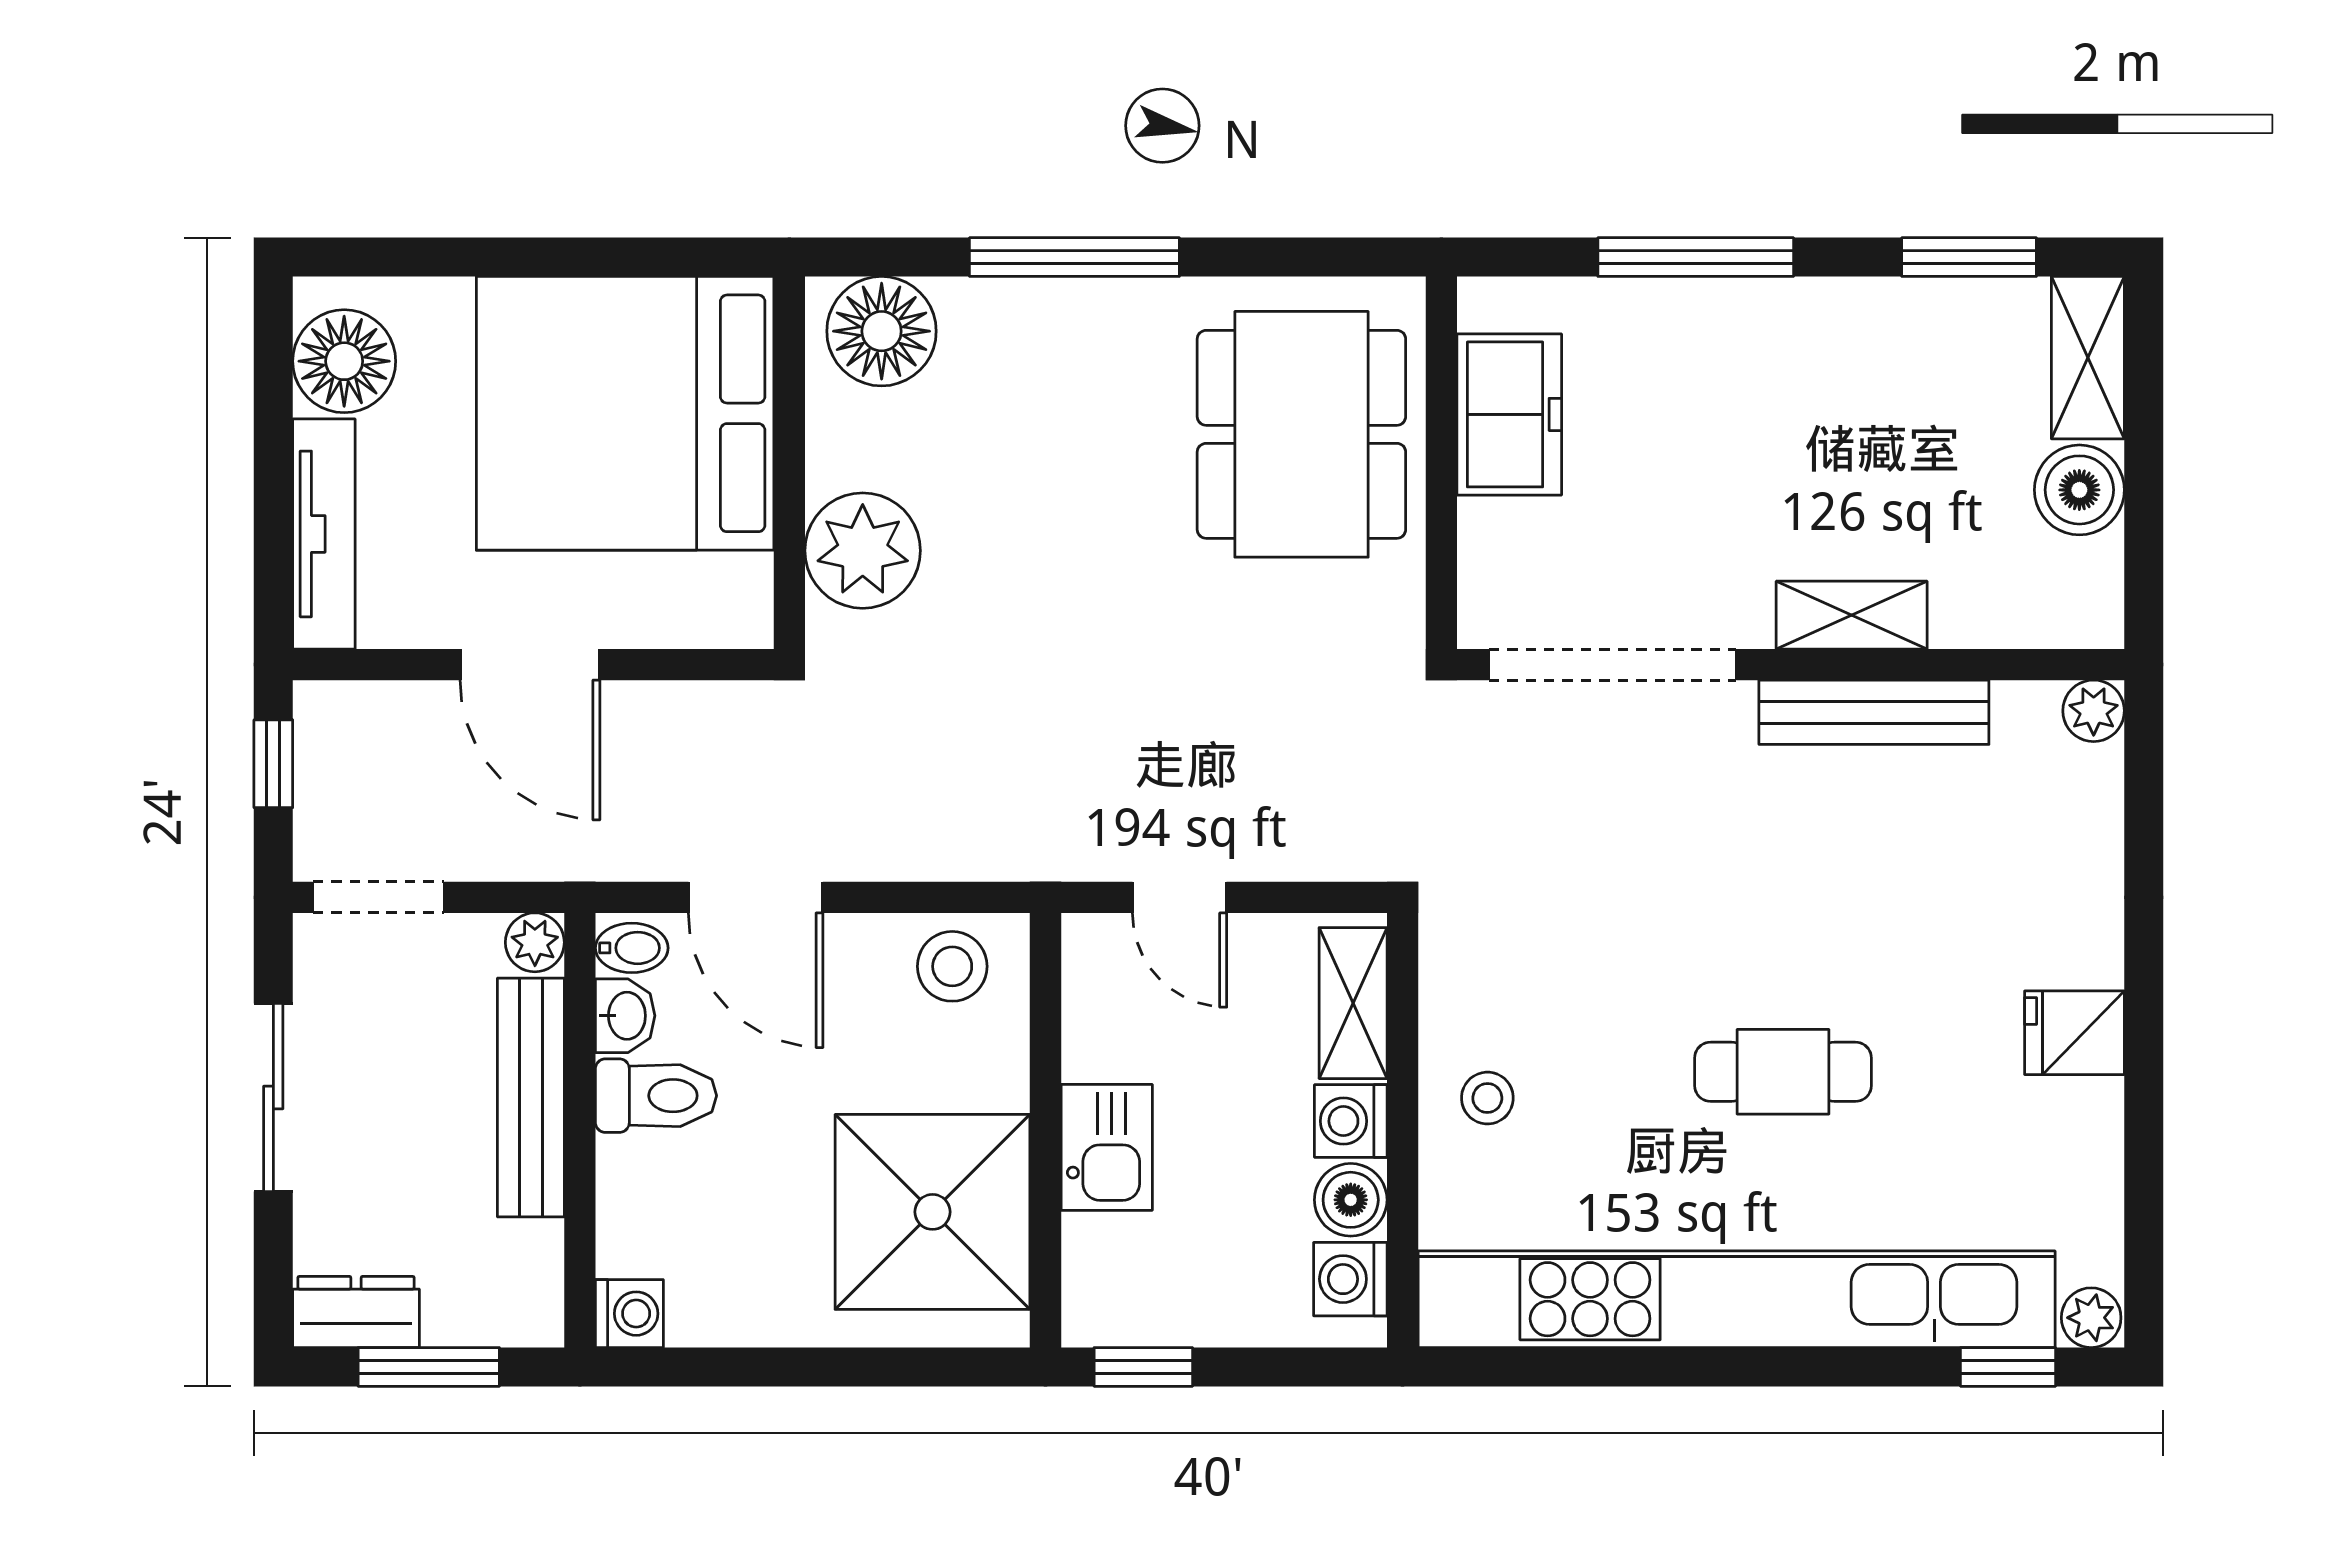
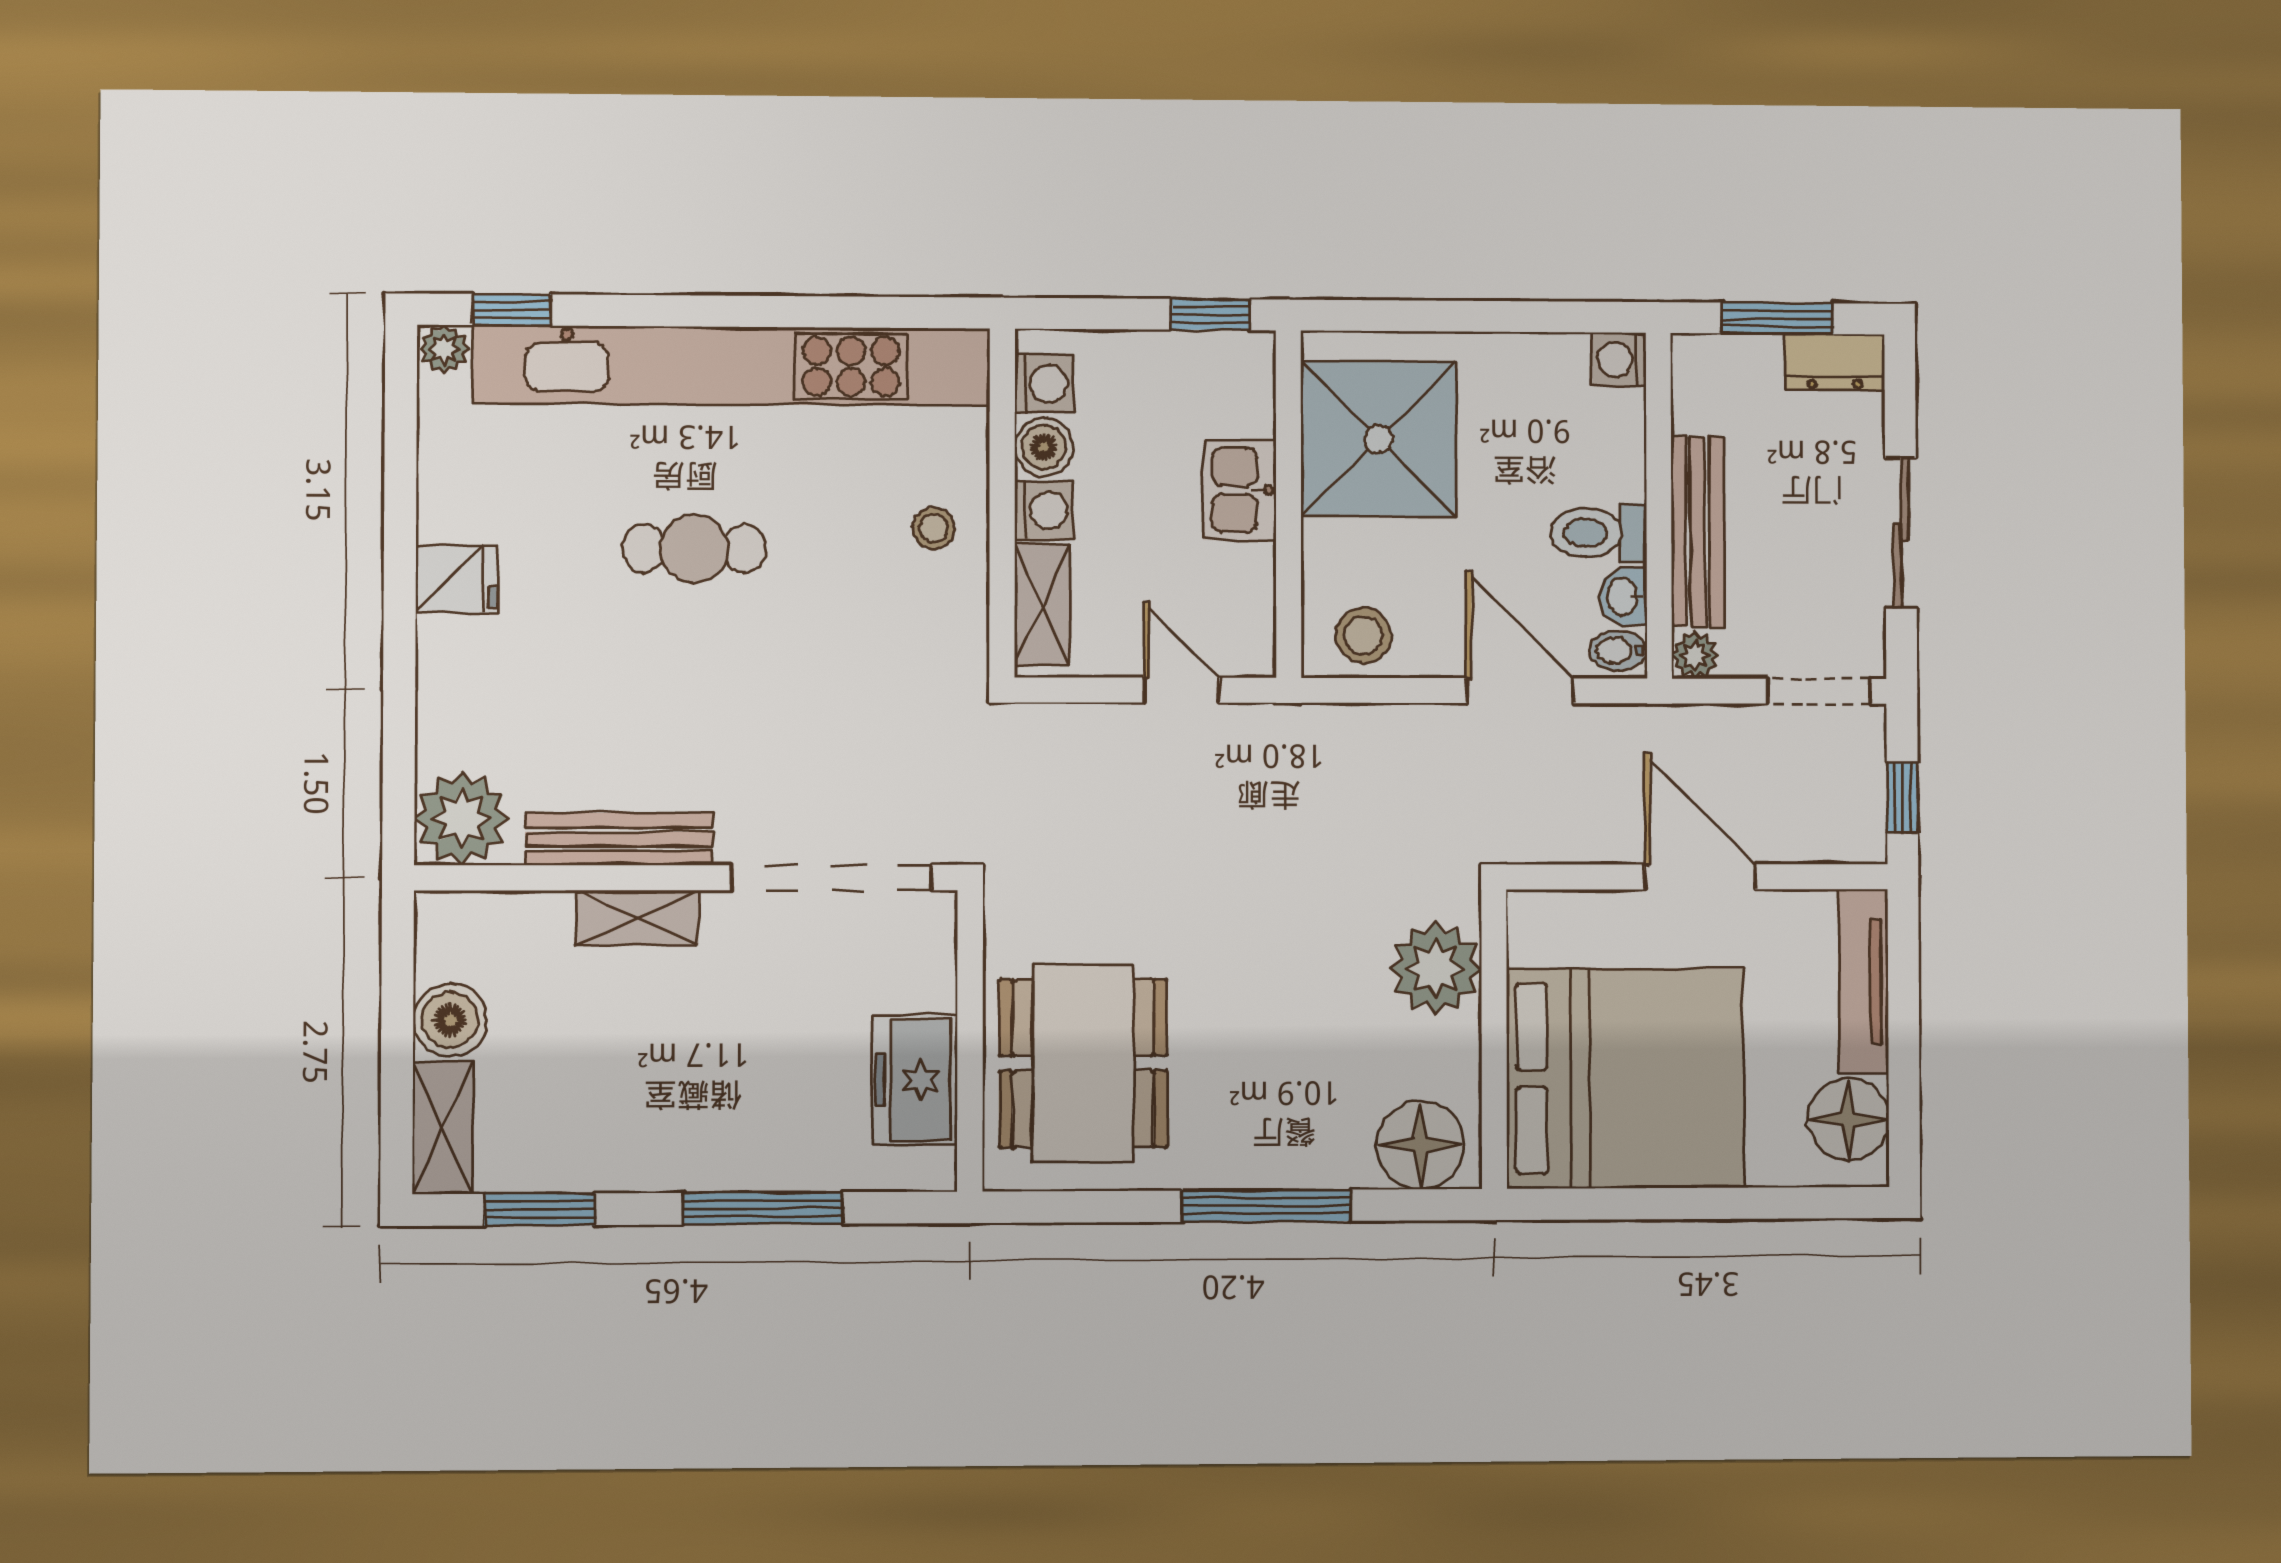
plant: (2094, 711) -> (462, 818), width x1.87, depth x1.87

